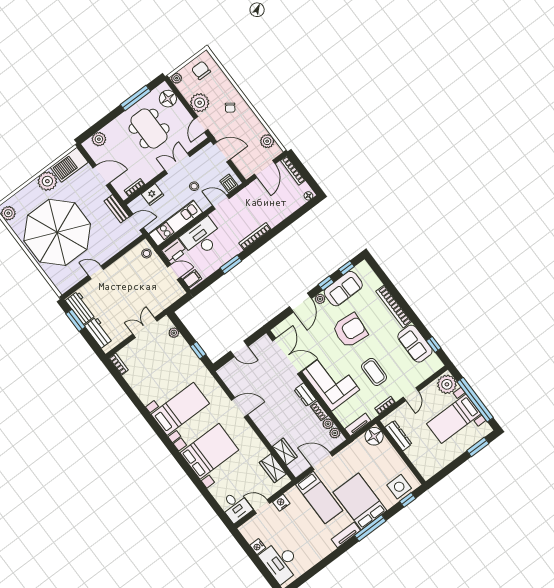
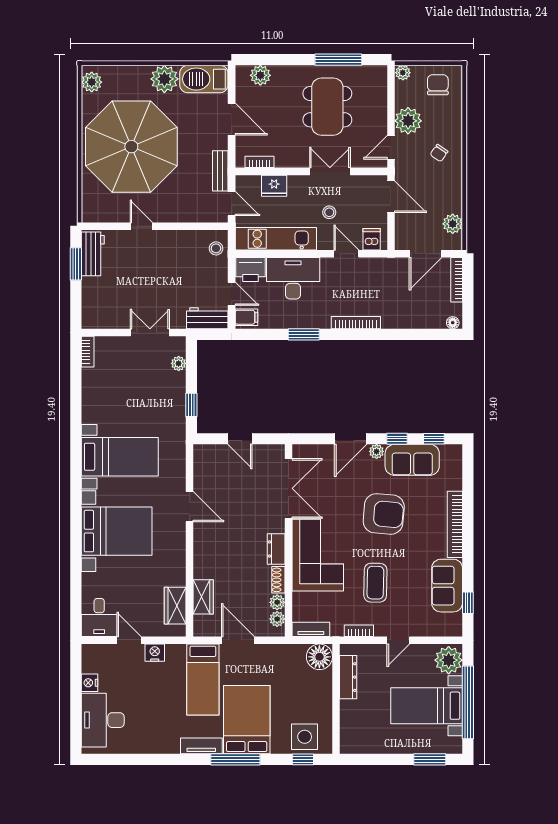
floor lamp: (168, 99) -> (375, 89), removed
workbench: (99, 333) -> (207, 318), moved, turned -90

